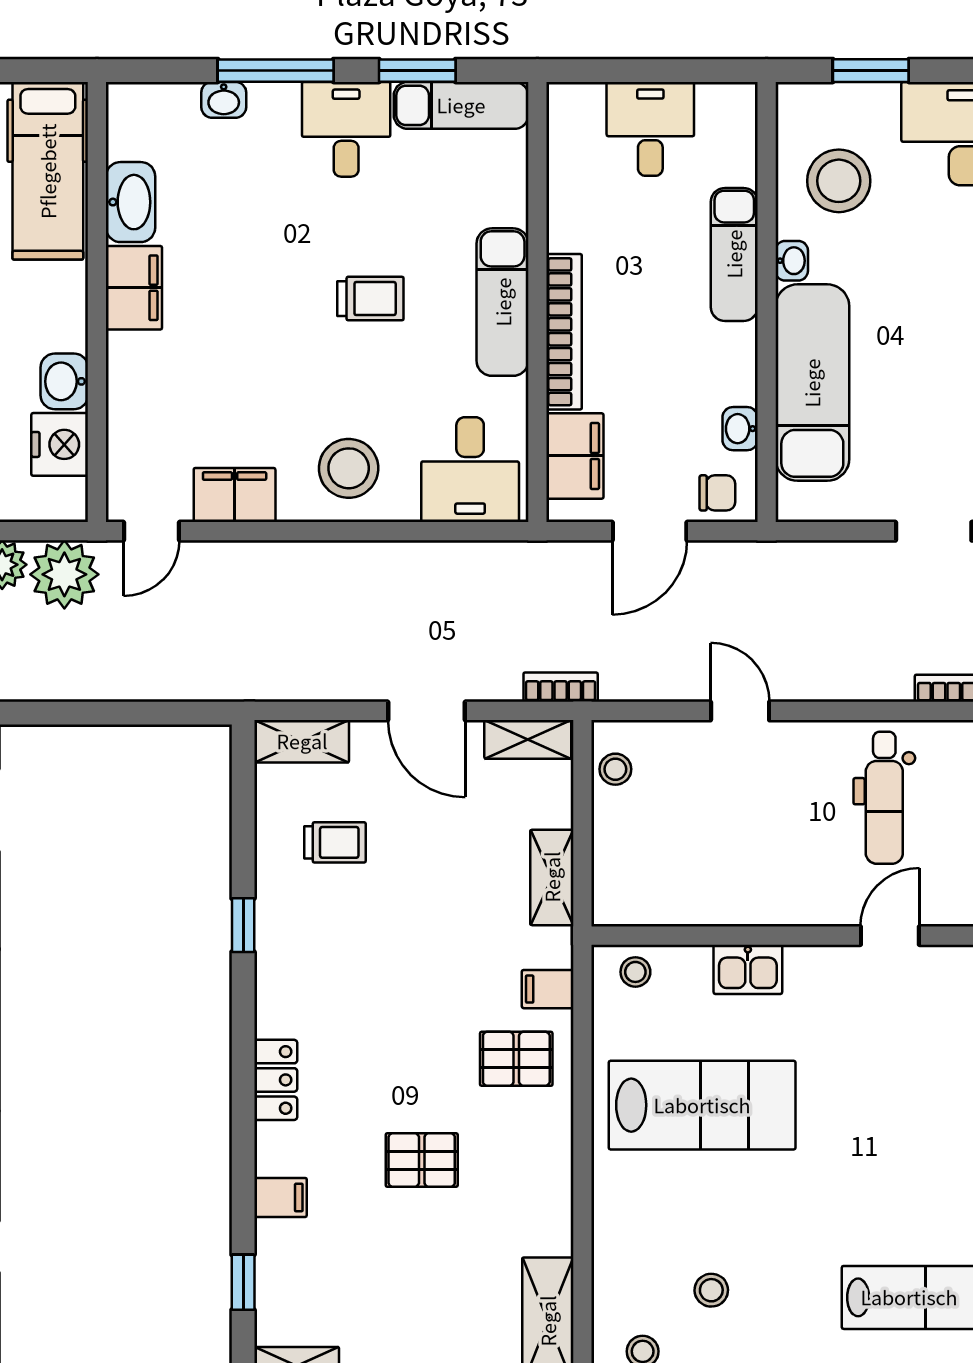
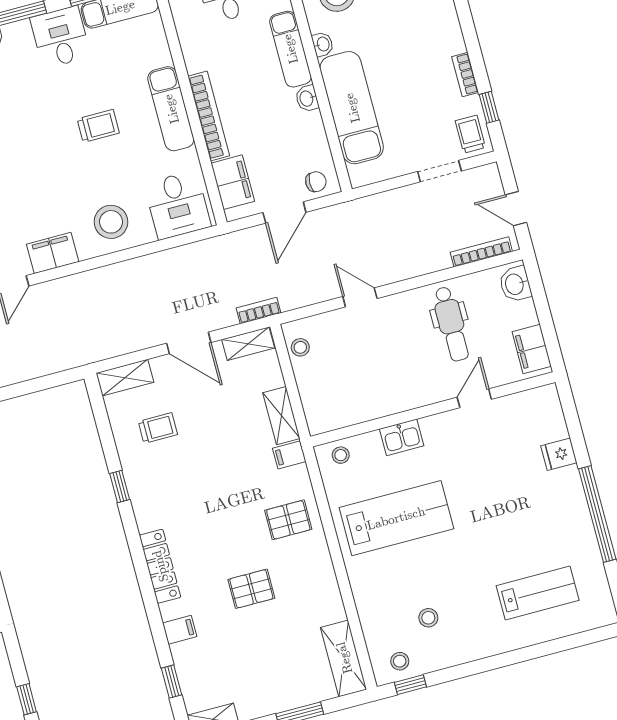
washbasin: (740, 429) -> (307, 98), moved
filing cabinet: (548, 989) -> (289, 455), moved
locker: (276, 1080) -> (160, 566), width x1.53

